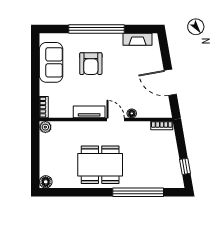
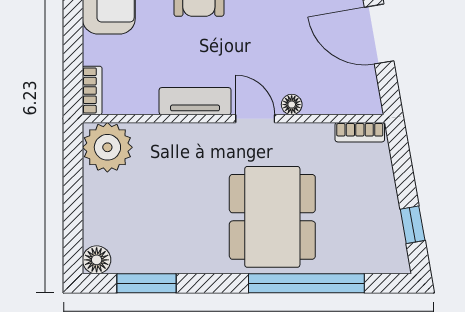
plant: (45, 127) -> (107, 147), width x1.88, depth x1.88
dining table: (100, 165) -> (272, 217), moved, turned 90
window: (68, 192) -> (147, 283), added

